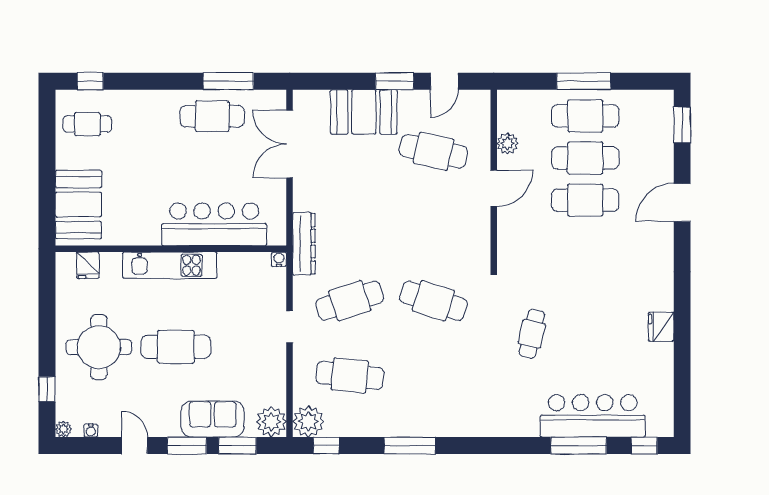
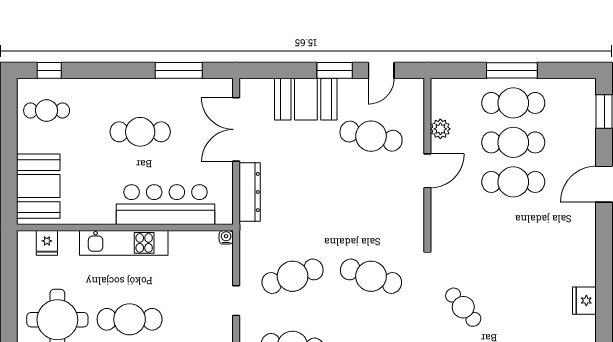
cafe table: (212, 116) -> (140, 132), moved
dresser: (304, 244) -> (250, 192), moved
cafe table: (532, 334) -> (463, 307), turned -53

